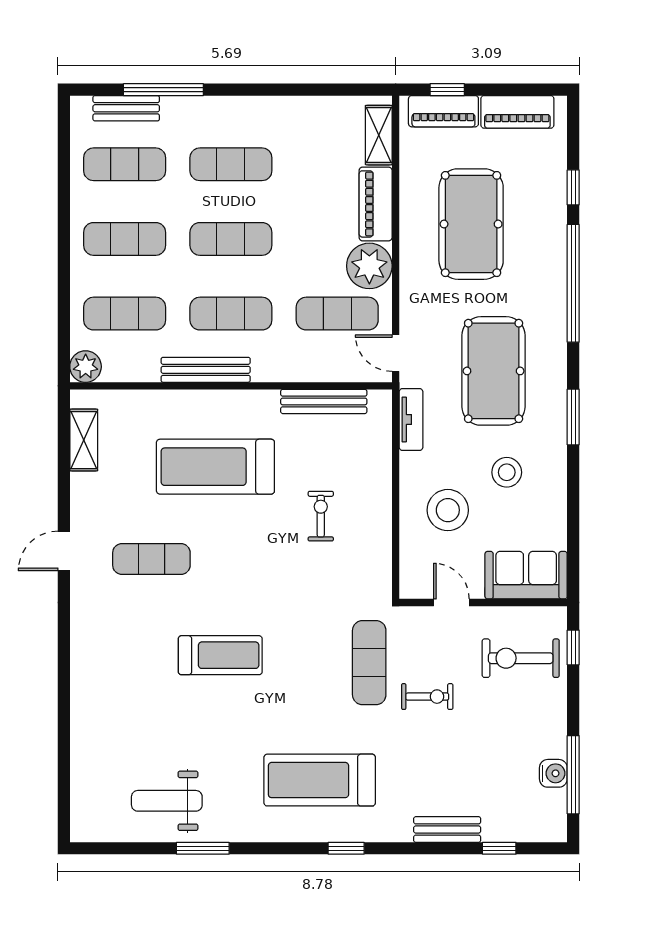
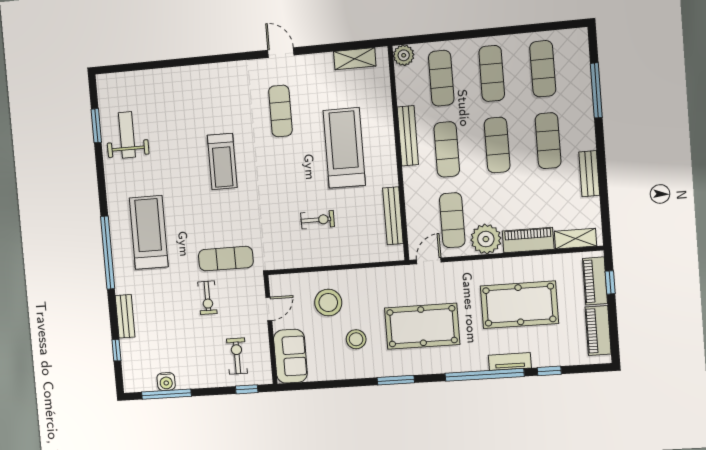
bench: (126, 108) -> (589, 174), moved
tv unit: (411, 420) -> (510, 362), moved, turned 180
exercise bike: (521, 658) -> (237, 356), width x0.73, depth x0.72
window: (203, 848) -> (96, 126), moved
window: (346, 848) -> (108, 253), width x3.17

